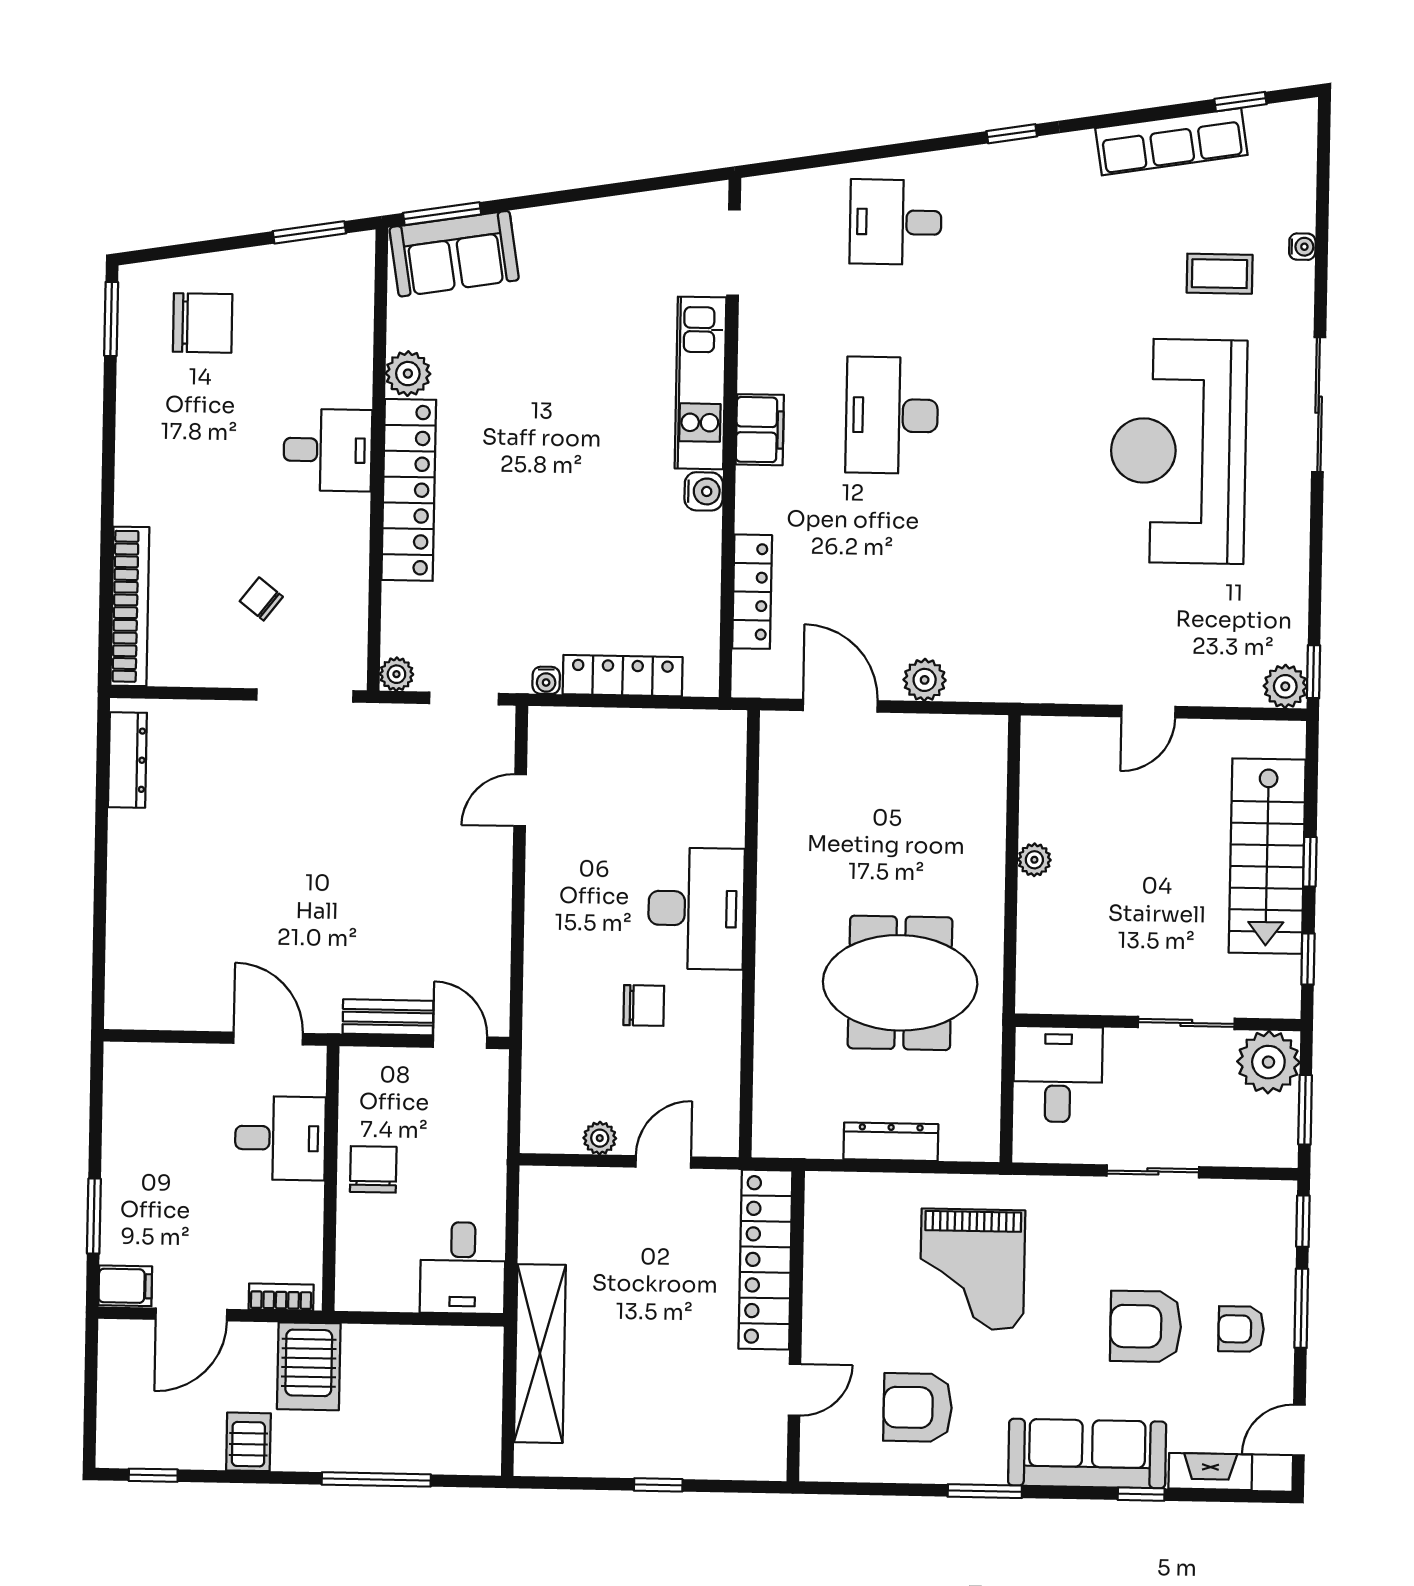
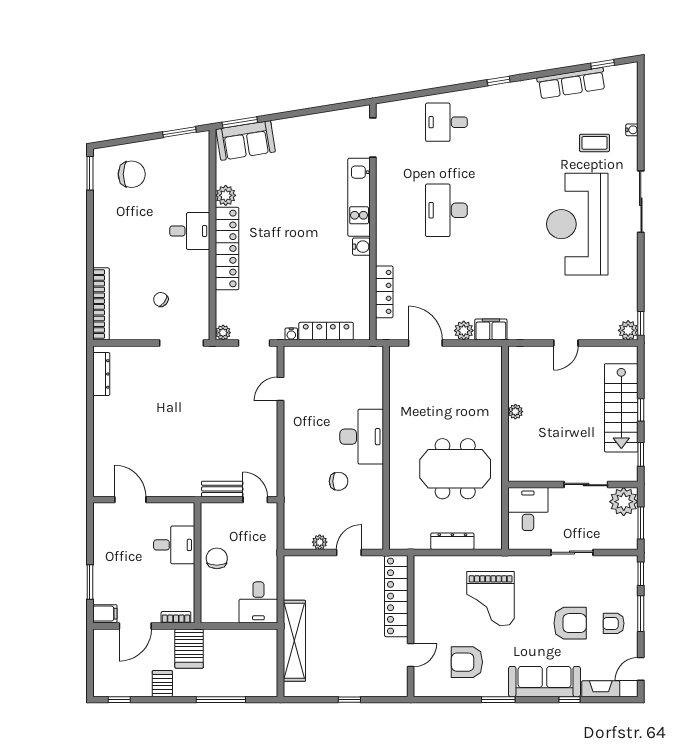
filing cabinet: (760, 430) -> (491, 330), moved, turned -90
door: (268, 1038) -> (130, 500), moved
armchair: (1146, 1326) -> (570, 623), turned 180

